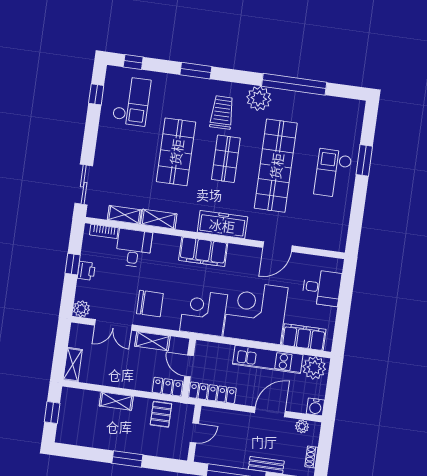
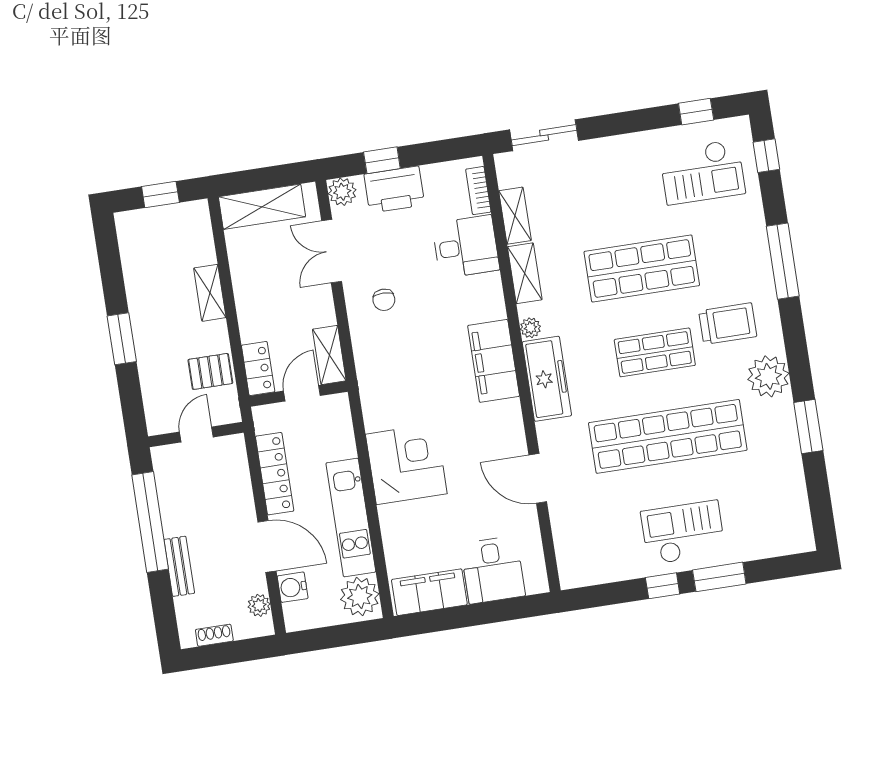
window: (196, 71) -> (783, 261), width x1.44
window: (294, 84) -> (808, 427), width x0.47
window: (360, 194) -> (663, 586), added
plant: (191, 225) -> (530, 328), added
window: (73, 264) -> (382, 160), moved
printer: (86, 271) -> (394, 190), width x1.87, depth x1.48
chair: (150, 304) -> (384, 300), width x0.54, depth x0.54
corner desk: (255, 312) -> (406, 464), width x0.74, depth x0.74
corner desk: (204, 313) -> (395, 391), removed
filing cabinet: (304, 337) -> (429, 592), moved, turned -90
shelving: (152, 341) -> (329, 355), moved
shelving: (73, 365) -> (262, 207), width x1.50, depth x1.33
locker: (212, 393) -> (275, 474), moved
water cooler: (315, 407) -> (293, 587), moved
door: (194, 433) -> (196, 434), swing flipped

